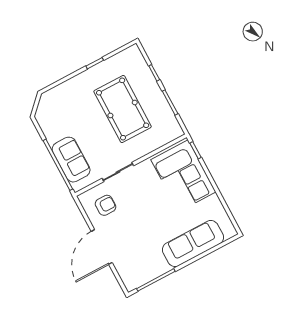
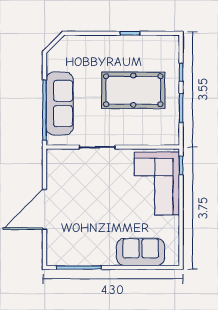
pool table: (123, 109) -> (133, 90), turned 90
sofa: (71, 160) -> (60, 104), width x1.36
armchair: (106, 205) -> (69, 172), removed
sofa: (193, 244) -> (141, 252), width x0.73

